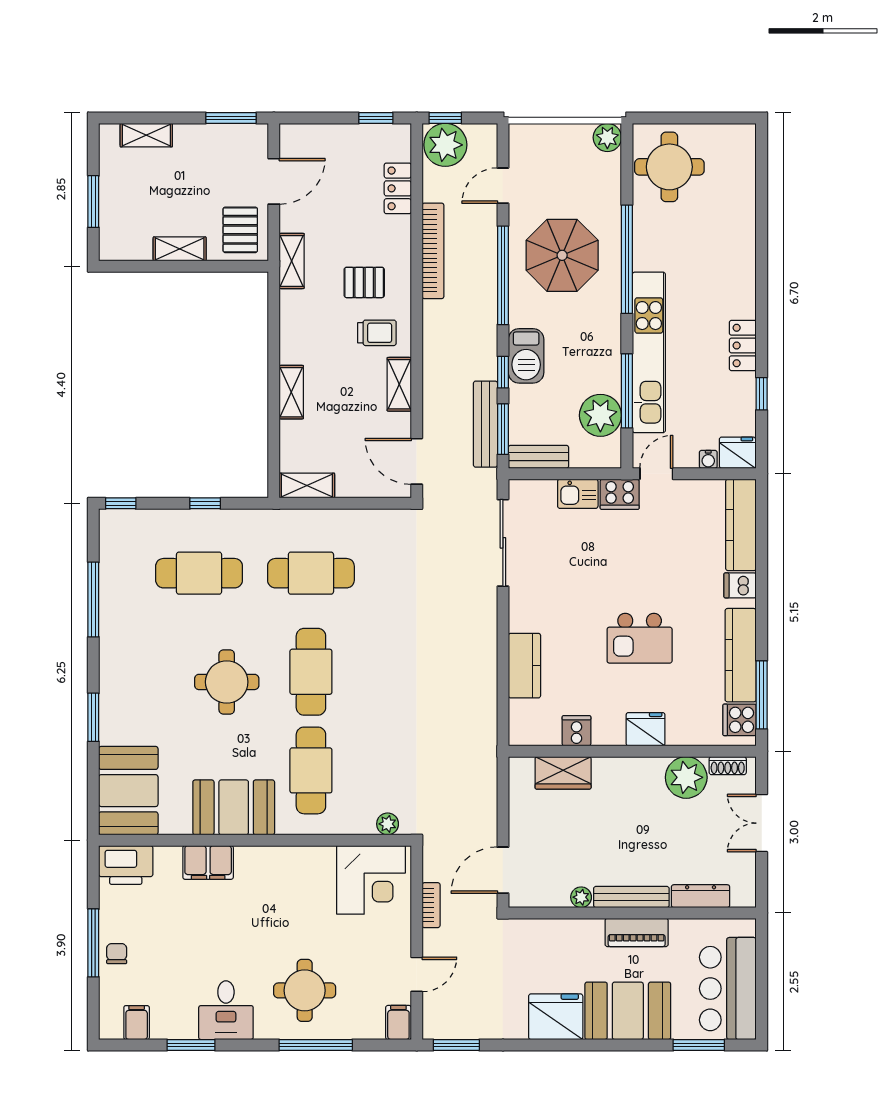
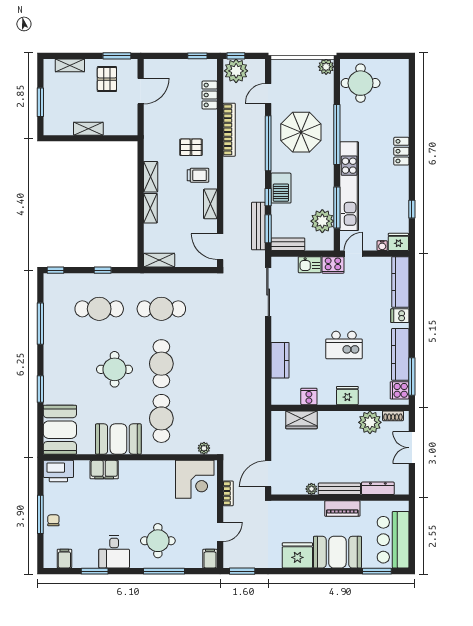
pallet: (240, 230) -> (107, 79), moved
shelving: (292, 261) -> (151, 177), moved
locker: (743, 345) -> (401, 151), moved

